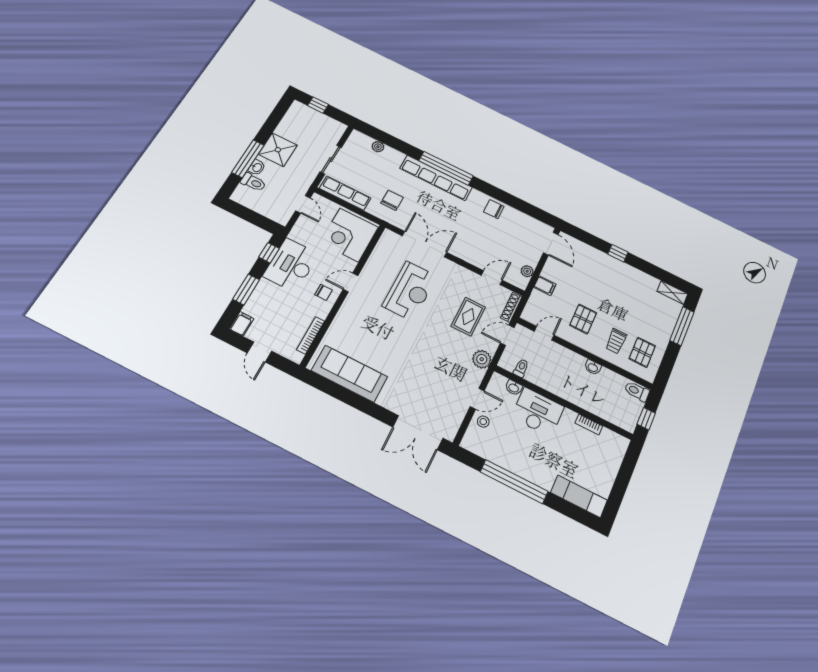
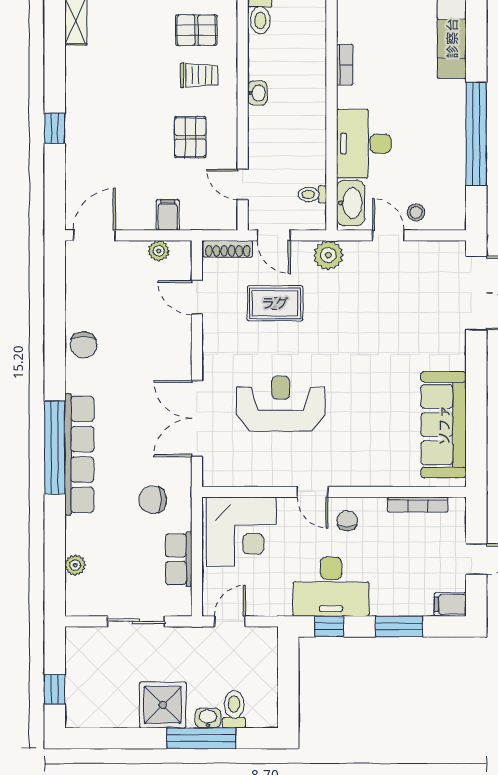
row of seats: (345, 193) -> (179, 559), width x0.68
pallet: (583, 319) -> (190, 137), turned 90
washbasin: (514, 388) -> (351, 203), width x1.91, depth x1.45

